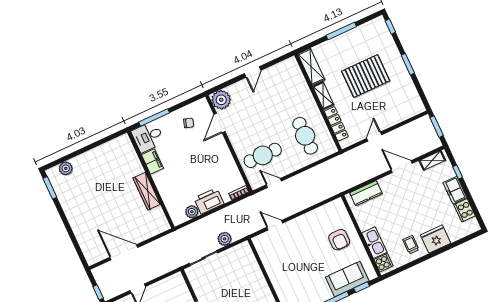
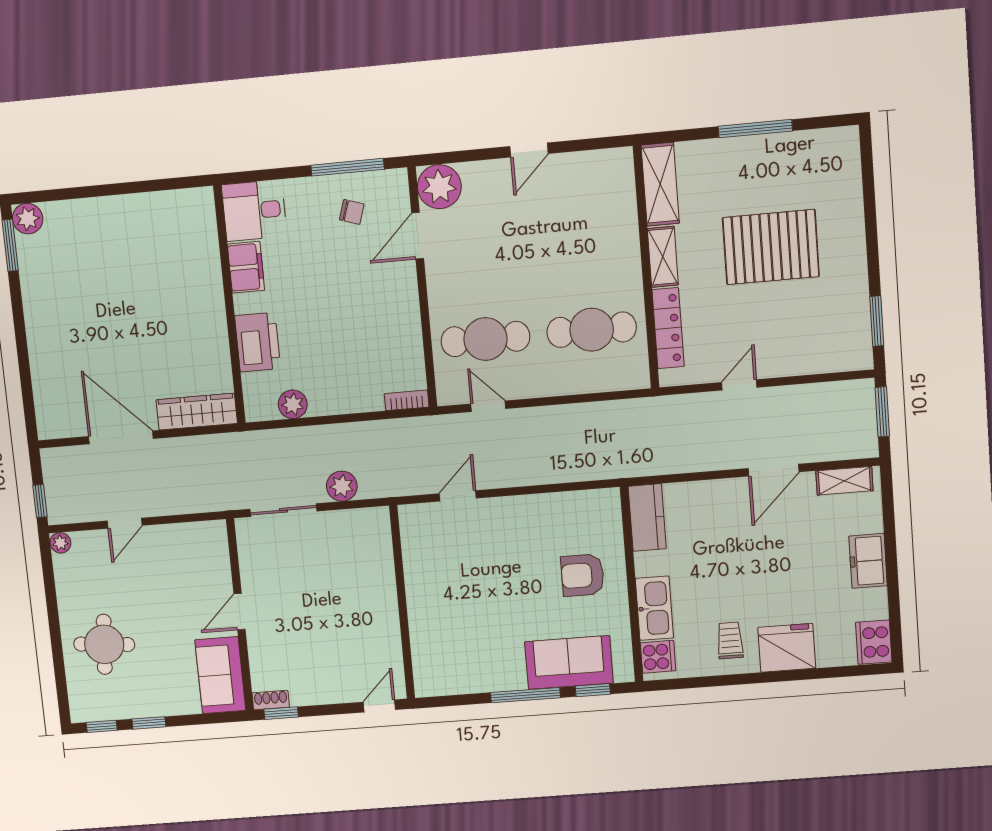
window: (390, 26) -> (867, 157), removed
window: (408, 64) -> (877, 321), moved
window: (154, 117) -> (347, 167), moved
cafe table: (305, 136) -> (592, 330), turned 90
door: (402, 167) -> (774, 470), swing flipped
plant: (66, 168) -> (28, 219), moved
window: (458, 172) -> (889, 525), removed
wardrobe: (147, 191) -> (197, 412), moved, turned 90
kitchen counter: (366, 193) -> (647, 517), moved, turned -90
printer: (209, 201) -> (258, 342), moved, turned 90
cooker: (464, 210) -> (874, 642), moved
door: (275, 225) -> (458, 496), hinge flipped
armchair: (339, 240) -> (583, 575), turned 90

